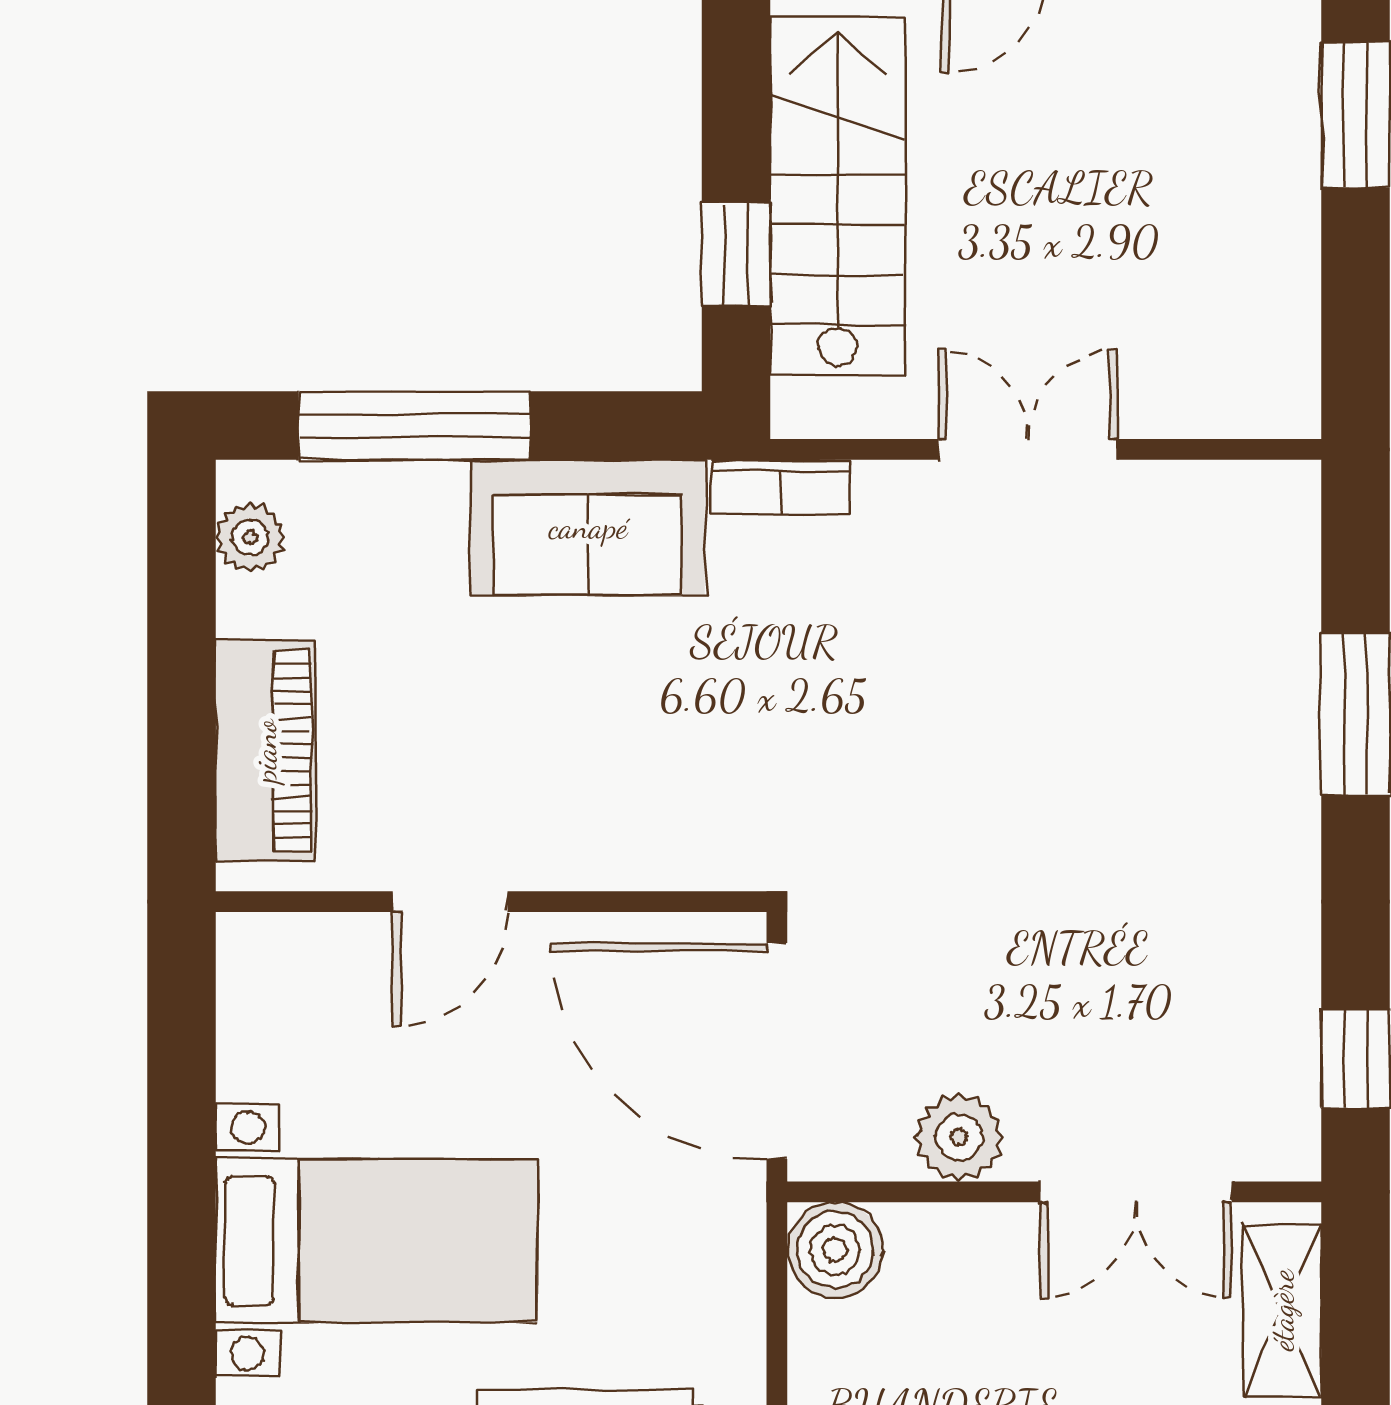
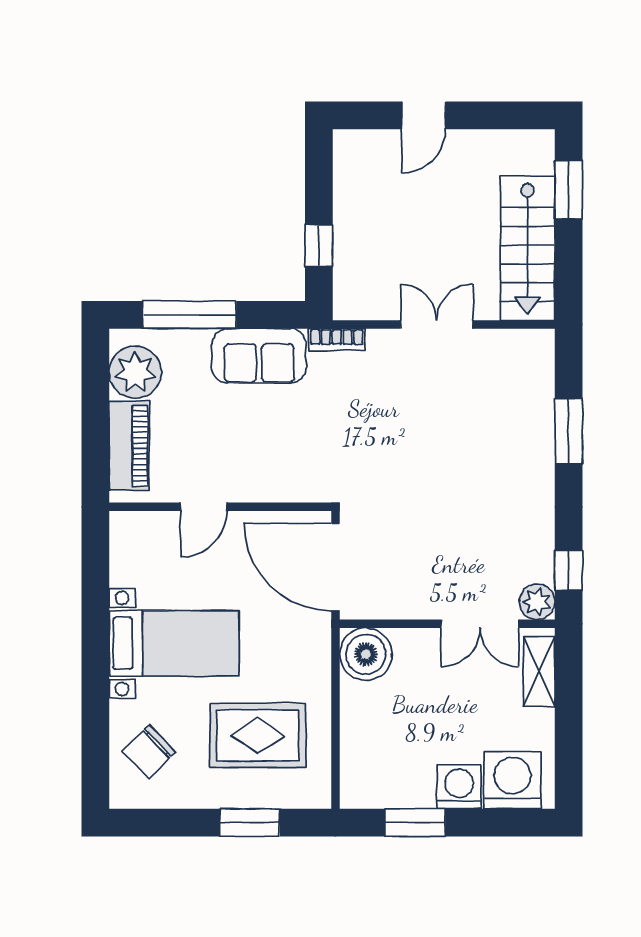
stairs: (838, 196) -> (528, 248), moved, turned 180
plant: (250, 538) -> (135, 372), width x1.87, depth x1.87
plant: (959, 1137) -> (537, 602), moved
boiler: (835, 1250) -> (366, 654), width x1.37, depth x1.37

